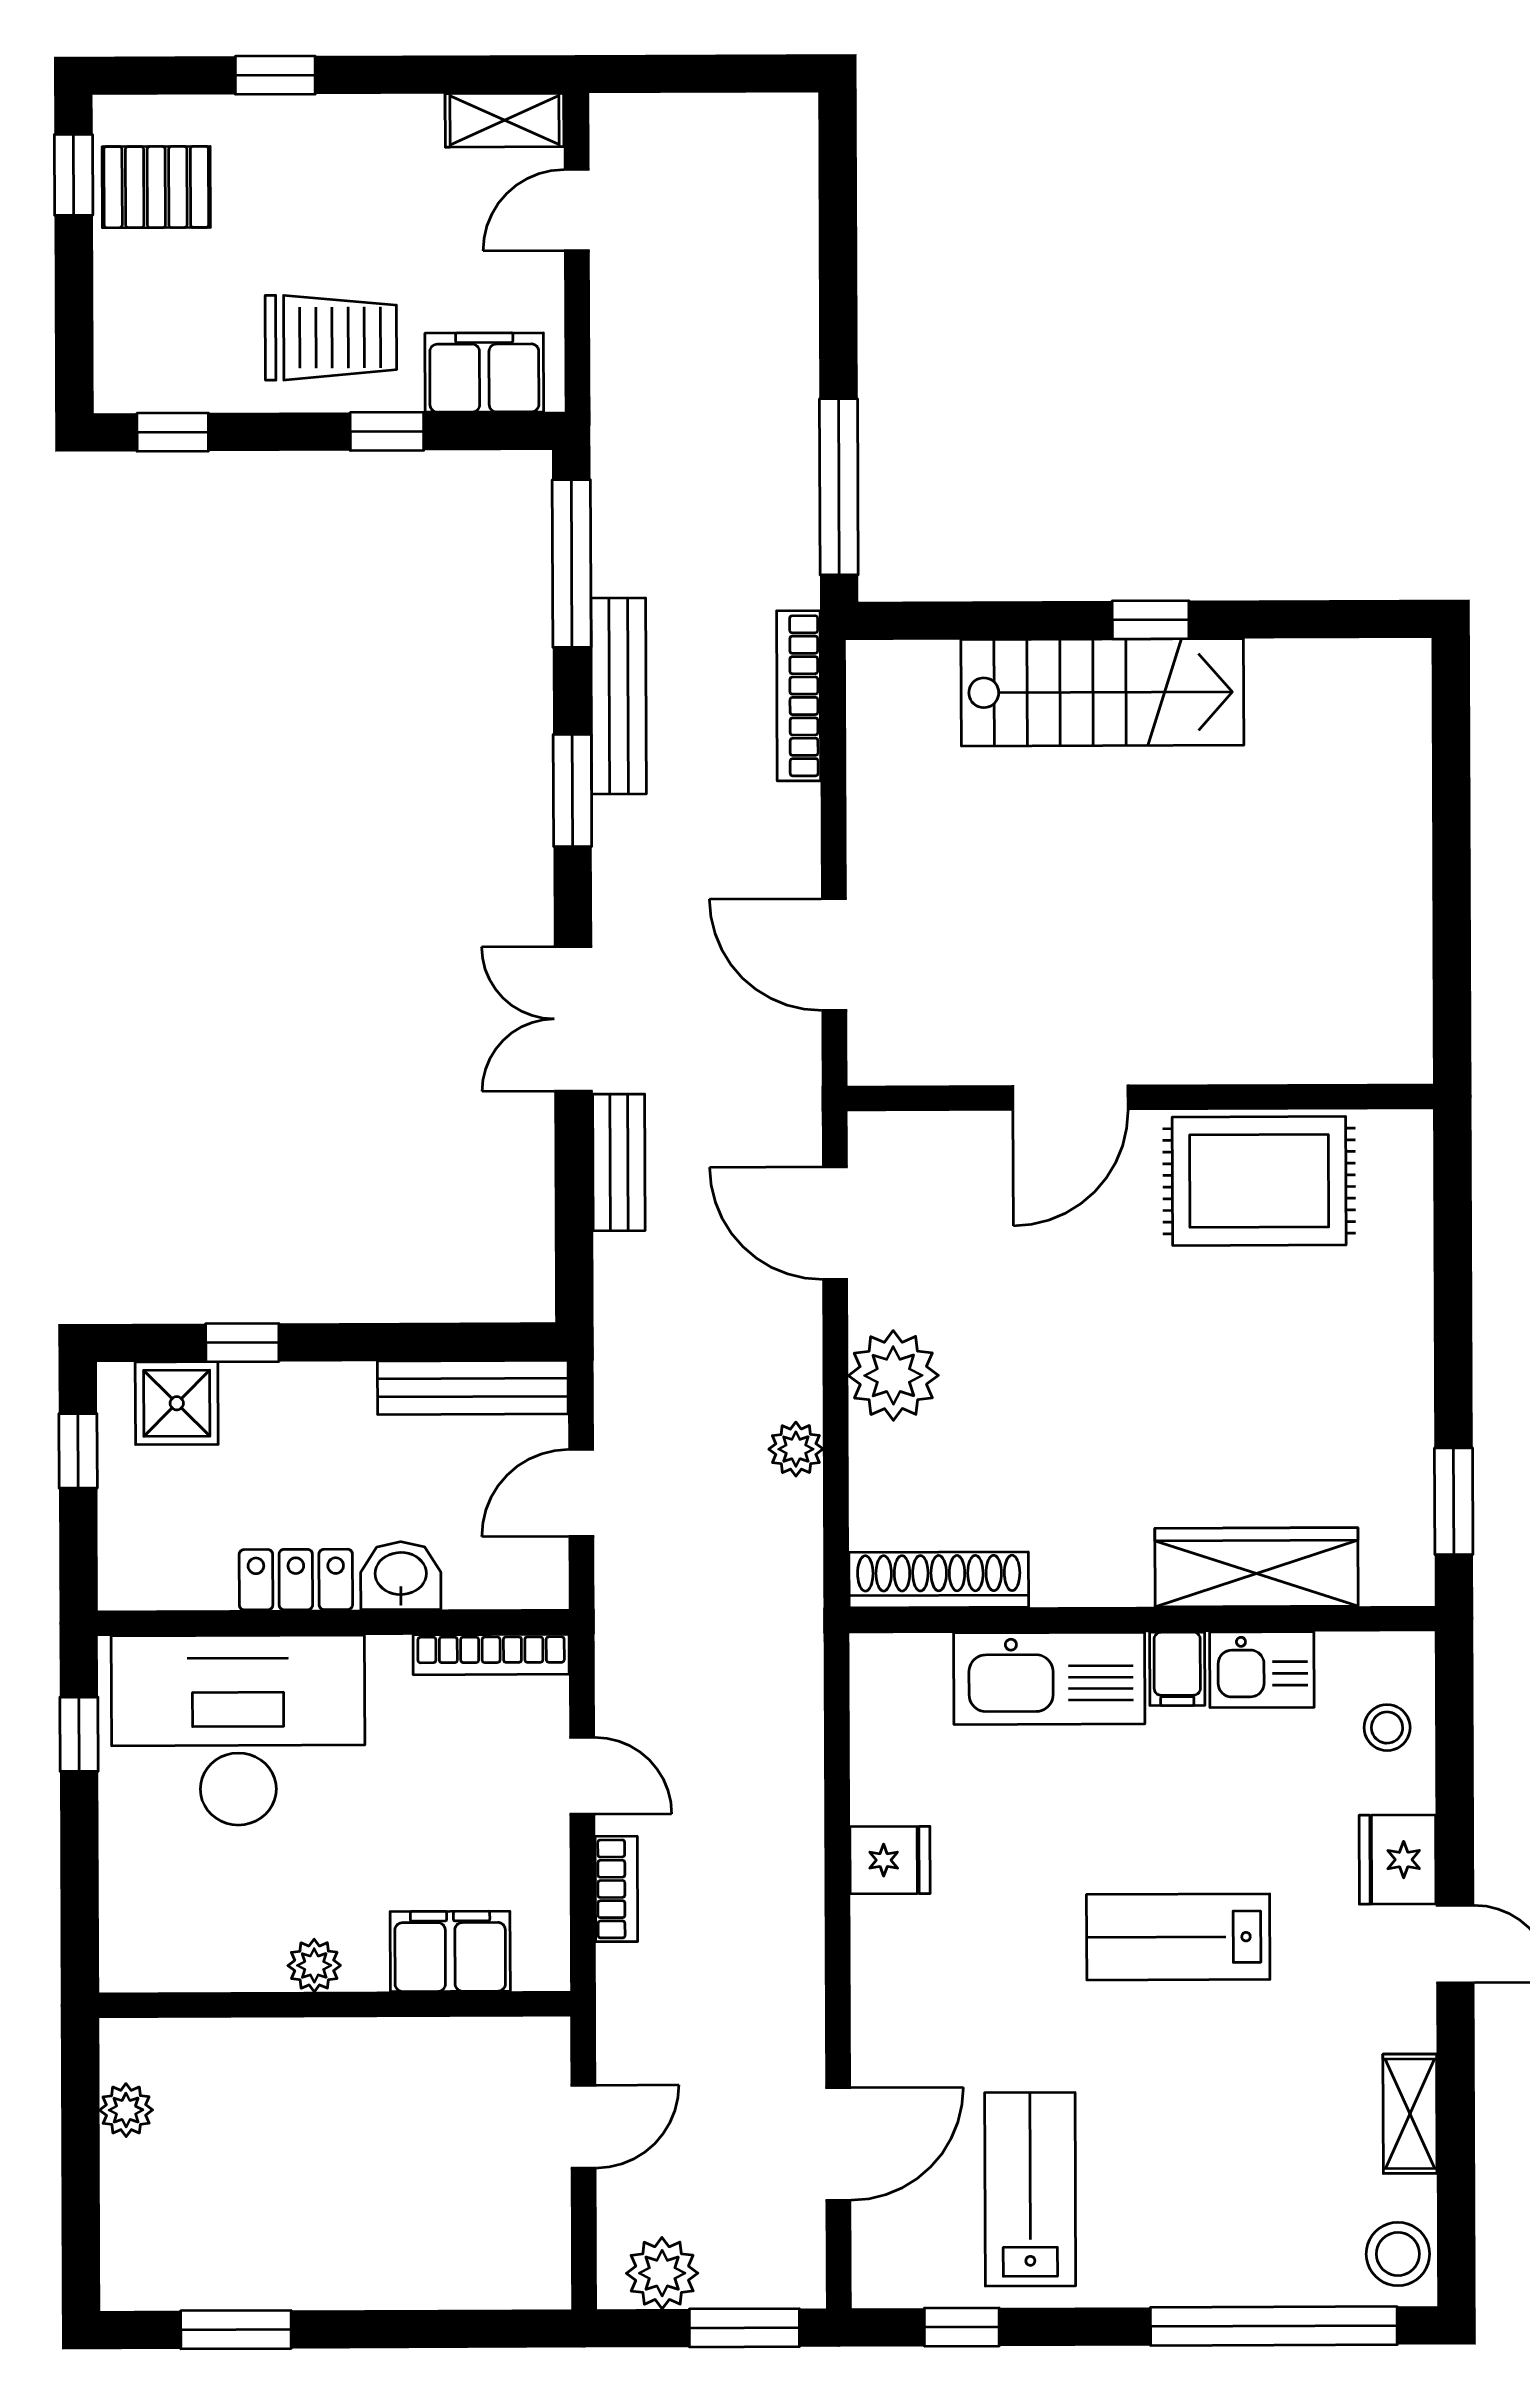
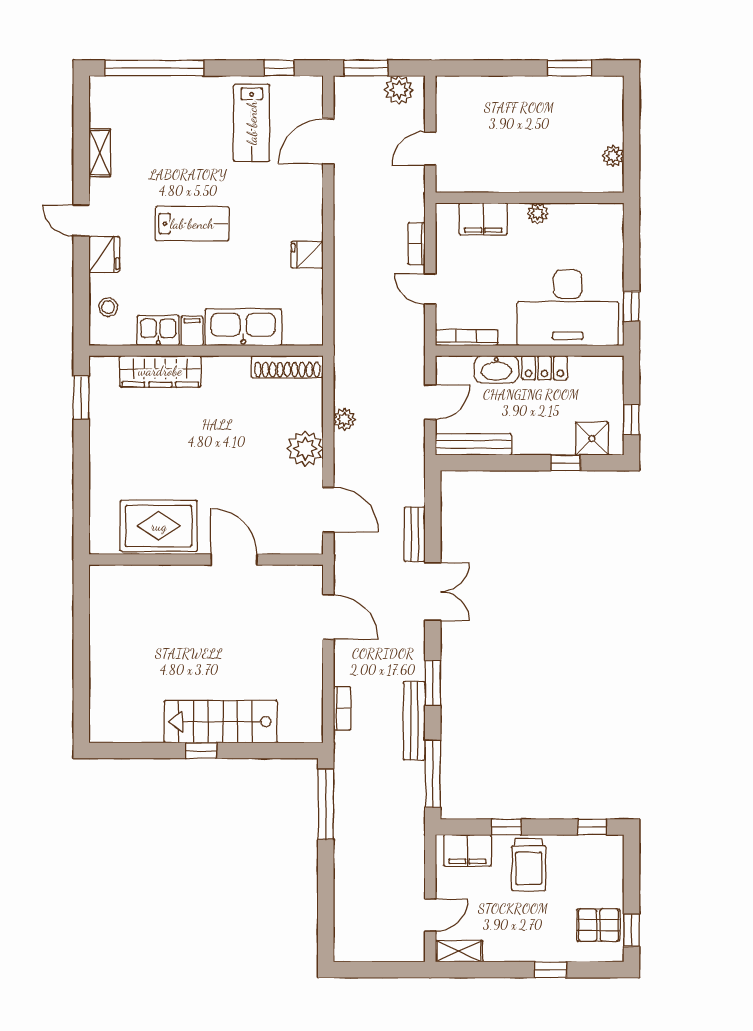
trolley: (331, 338) -> (529, 865), turned -90
bookcase: (799, 696) -> (342, 708), width x0.64
door: (1070, 1098) -> (234, 560), hinge flipped
washbasin: (401, 1576) -> (496, 369), width x1.38
stool: (1398, 2254) -> (105, 97), removed

